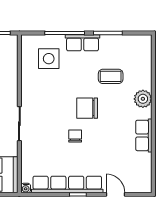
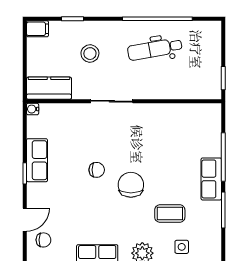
side table: (49, 59) -> (182, 247), moved, width x0.54, depth x0.54
coffee table: (111, 76) -> (170, 214), turned 90
chair: (132, 179) -> (43, 240), added
row of seats: (67, 184) -> (37, 160), width x0.50

